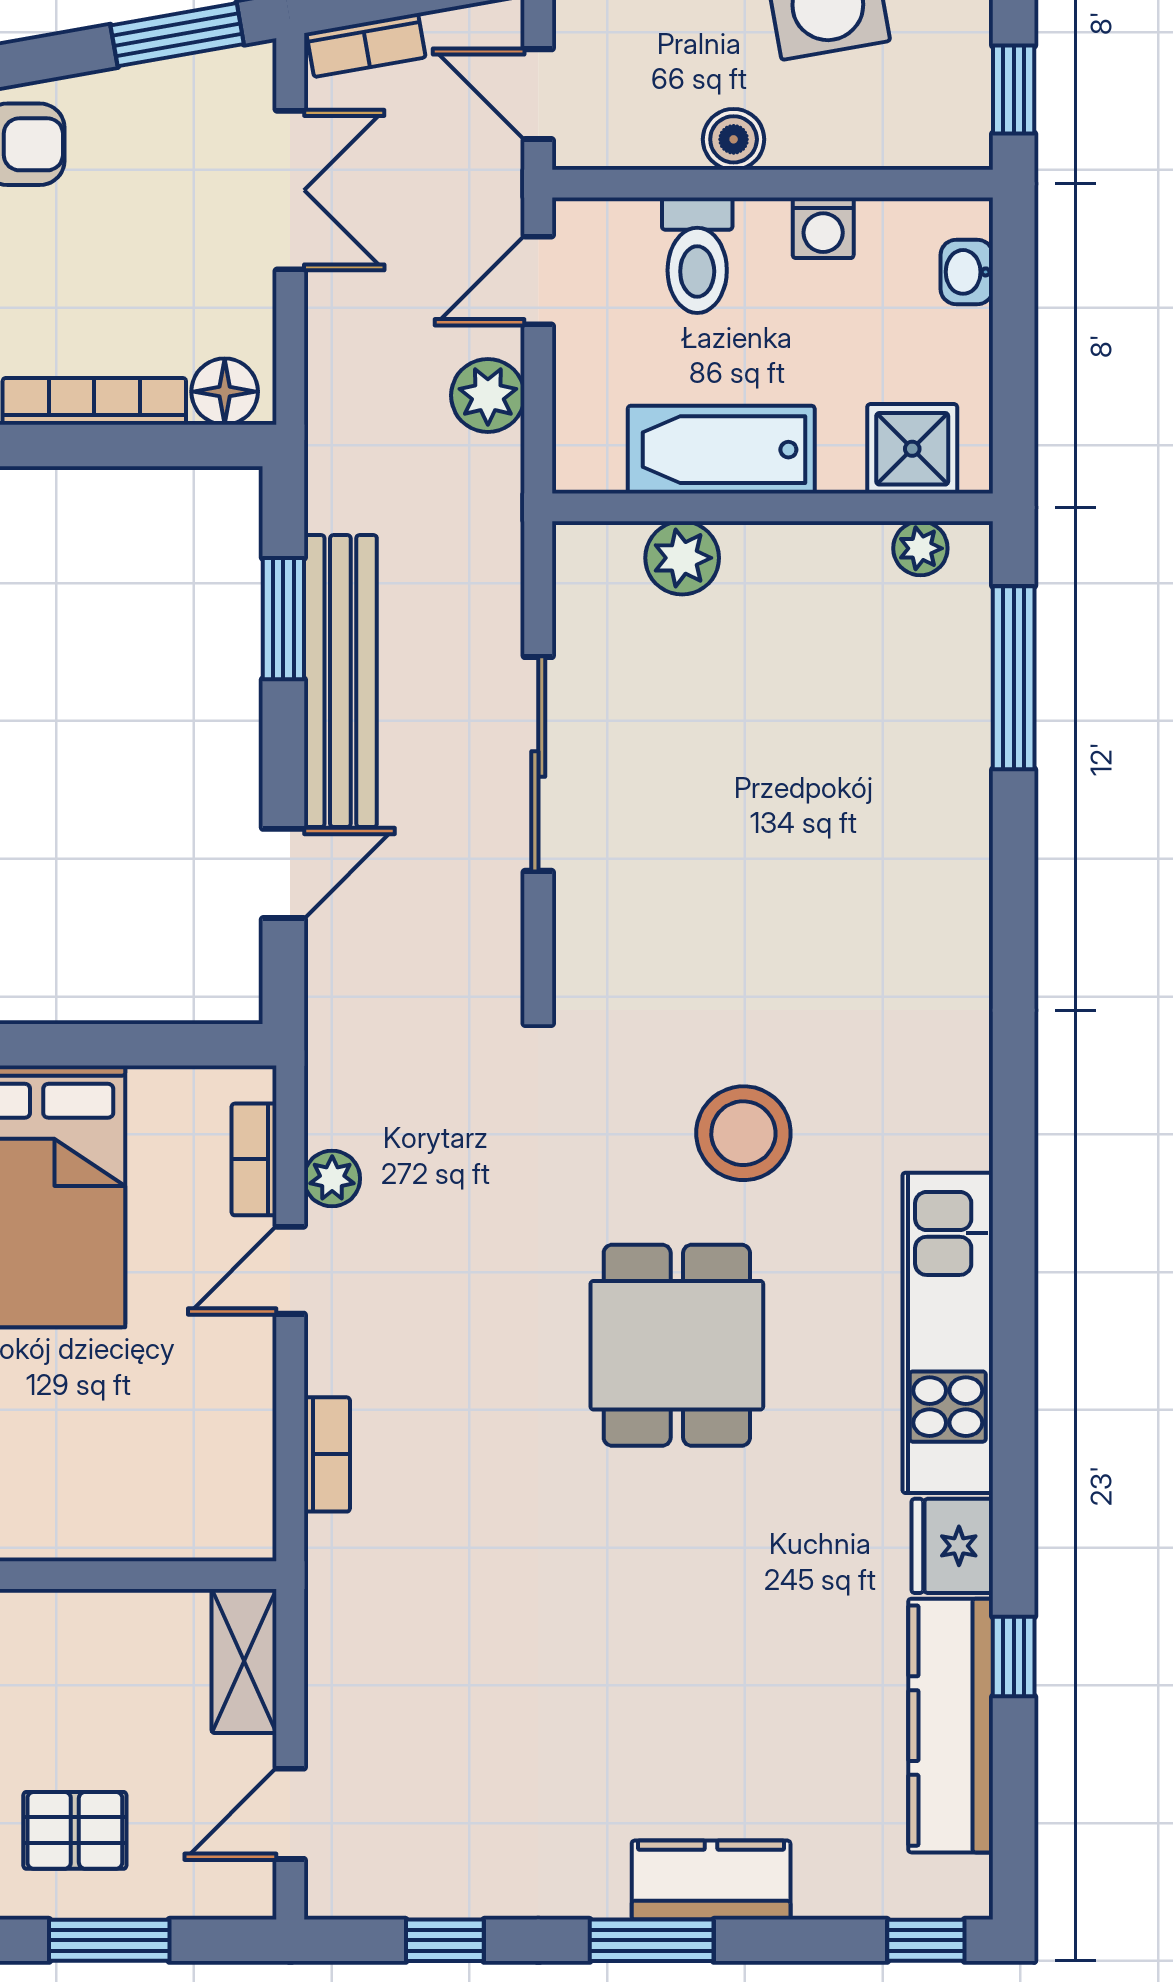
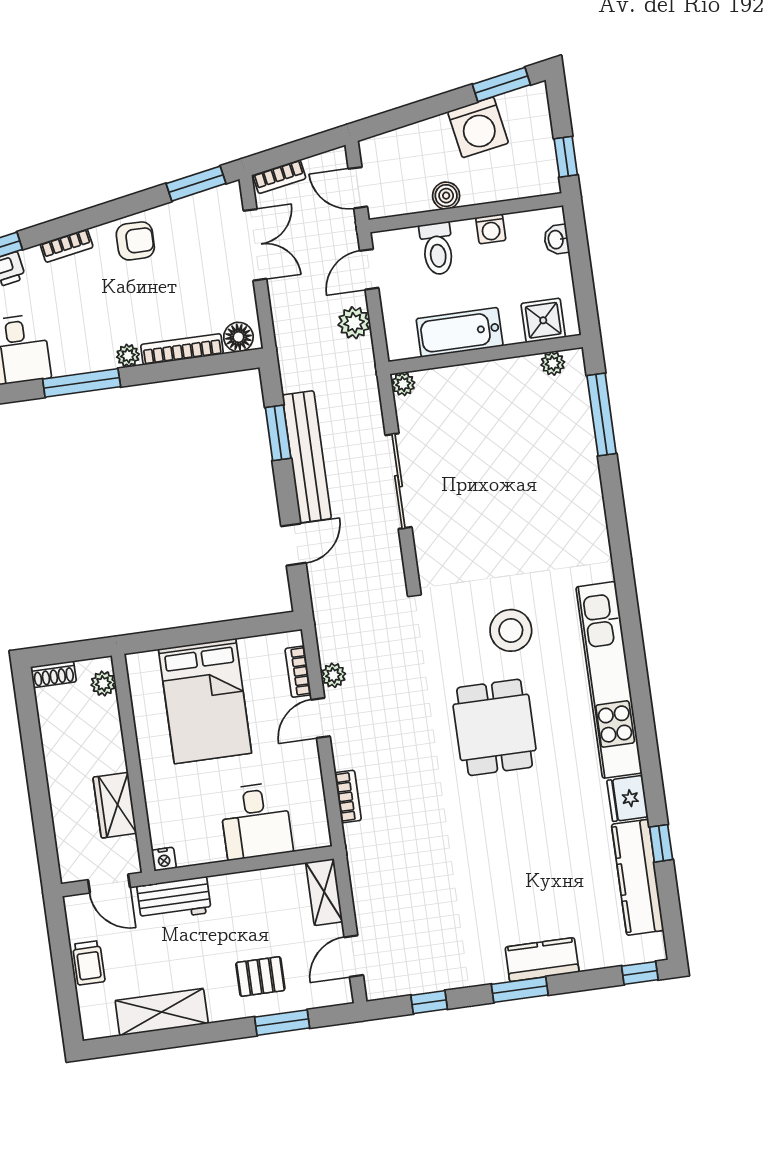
plant: (682, 558) -> (403, 384), moved, width x0.73, depth x0.73
kitchen unit: (948, 1333) -> (609, 680), width x1.36
desk: (114, 1480) -> (256, 821), added

